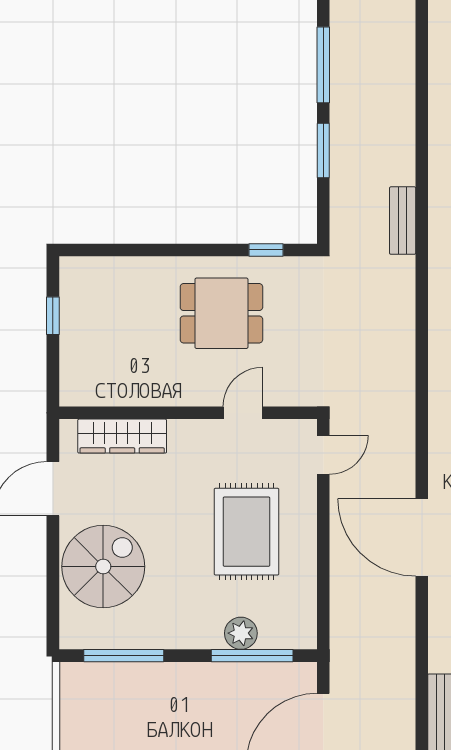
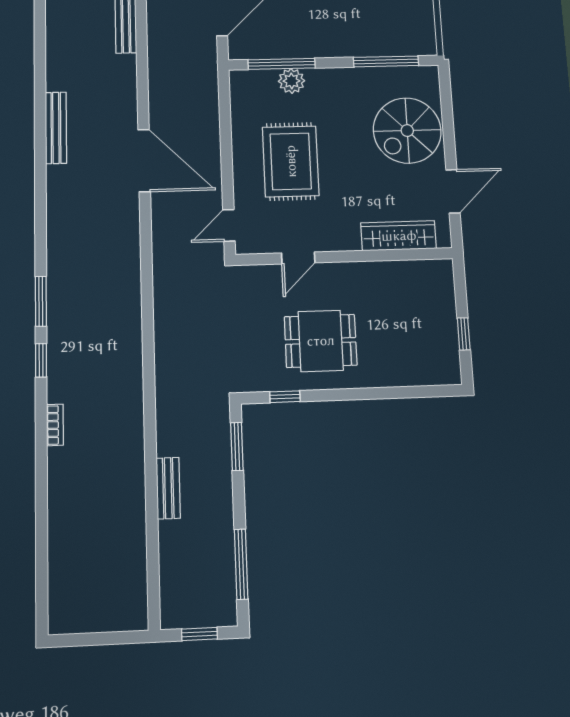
window: (323, 150) -> (237, 447), moved
bench: (403, 221) -> (168, 488), moved

